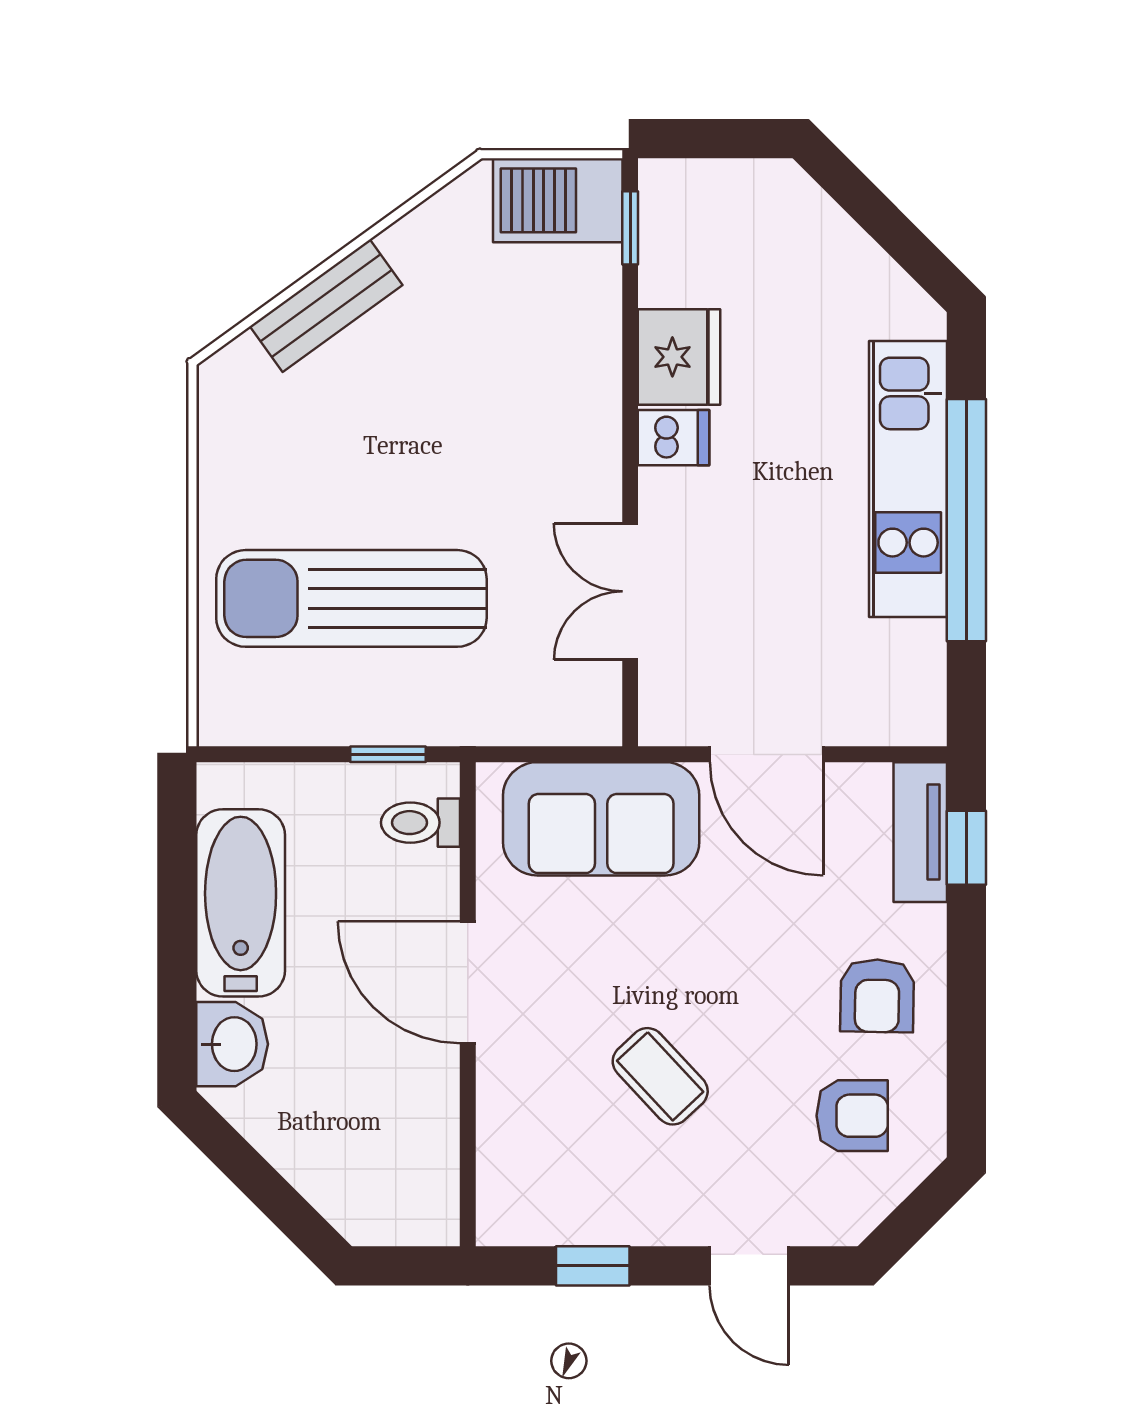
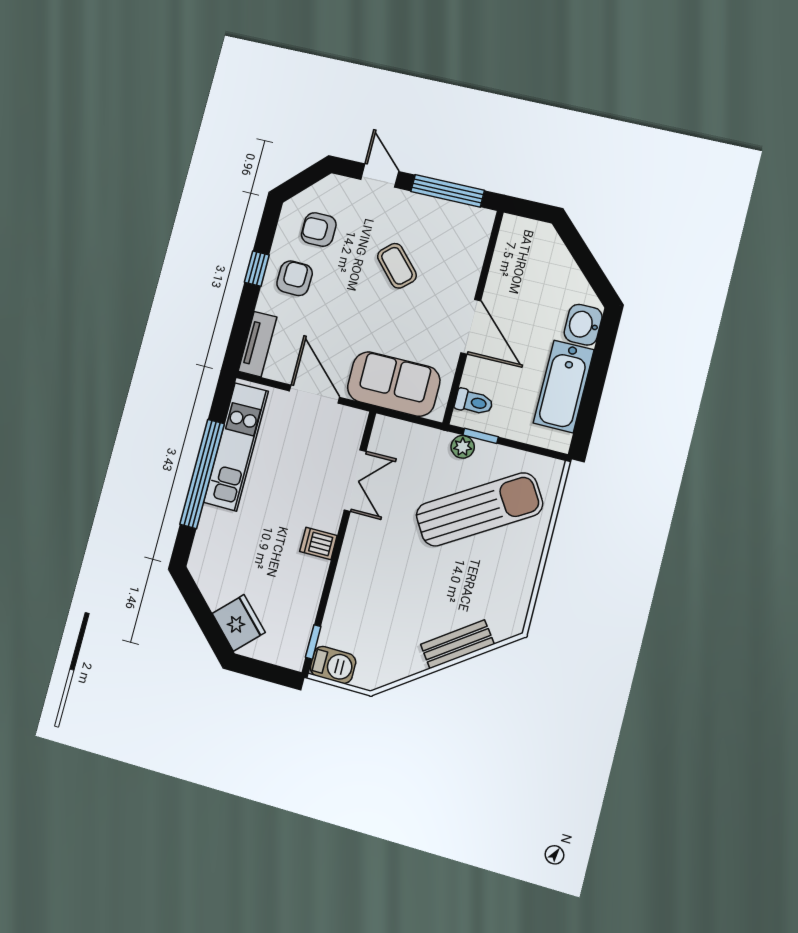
barbecue: (558, 200) -> (333, 665), width x0.73, depth x0.79
fridge: (679, 357) -> (239, 623), moved, turned 135
kitchen unit: (908, 479) -> (236, 447), moved
sun lounger: (351, 598) -> (479, 509), turned -32
plant: (420, 721) -> (463, 447), added
window: (966, 848) -> (257, 269), moved
window: (593, 1266) -> (448, 191), width x2.17

